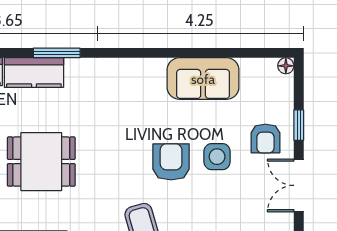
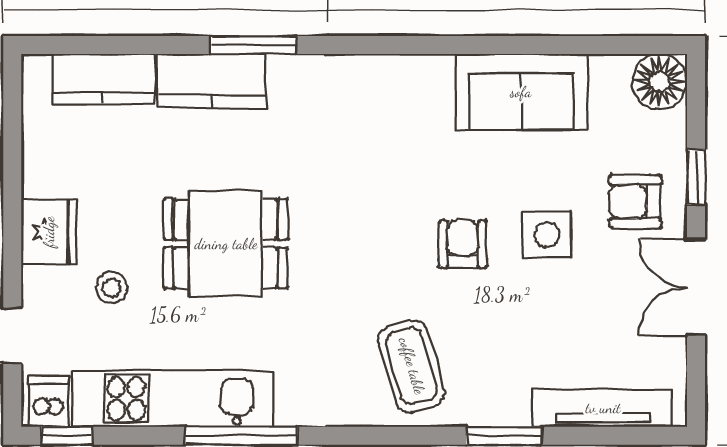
floor lamp: (286, 66) -> (659, 82), width x1.89, depth x1.89
armchair: (265, 139) -> (635, 202), turned 90
armchair: (171, 162) -> (463, 244), width x0.72, depth x0.72

